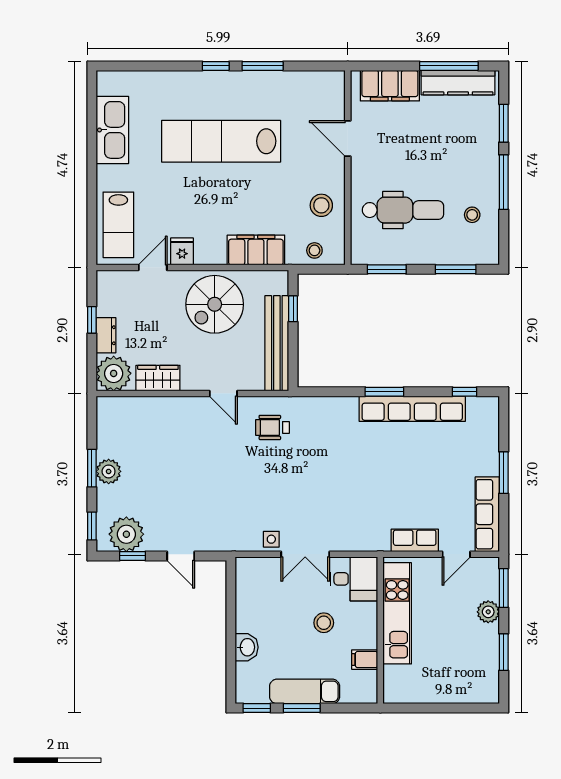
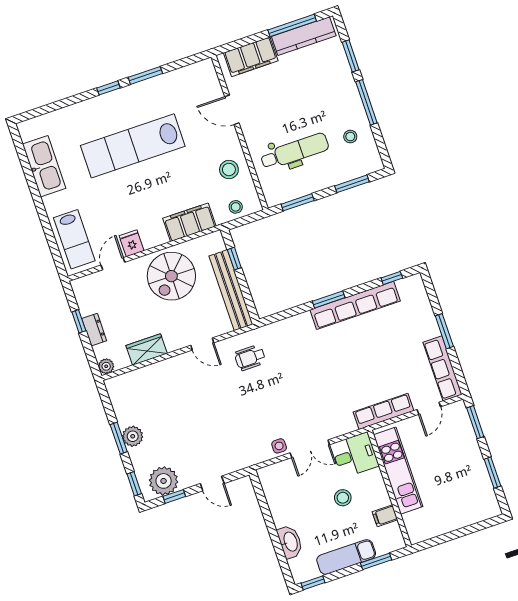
plant: (114, 373) -> (106, 366), width x0.53, depth x0.53
row of seats: (415, 540) -> (384, 411), width x1.48
plant: (488, 612) -> (469, 445), removed
washbasin: (247, 647) -> (290, 542), width x1.38
window: (302, 708) -> (376, 561), moved

